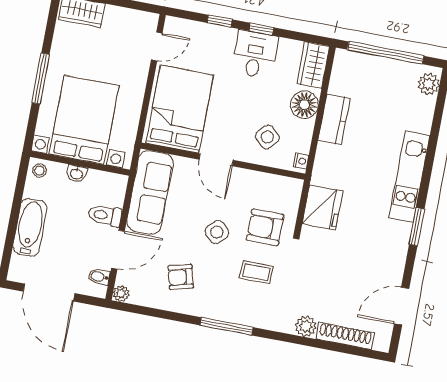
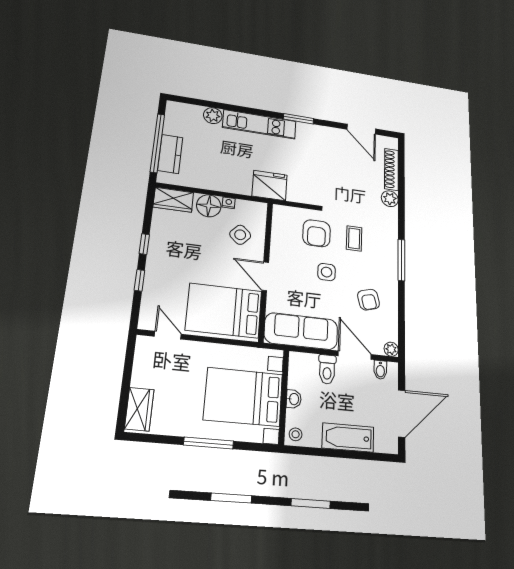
desk: (255, 54) -> (168, 248), removed
plant: (429, 84) -> (213, 116), moved
kitchen counter: (334, 119) -> (170, 154), moved, turned 90
door: (216, 160) -> (265, 276), swing flipped
nightstand: (301, 161) -> (229, 203), moved
fridge: (322, 207) -> (270, 185), moved
side table: (217, 232) -> (327, 272), turned 45

